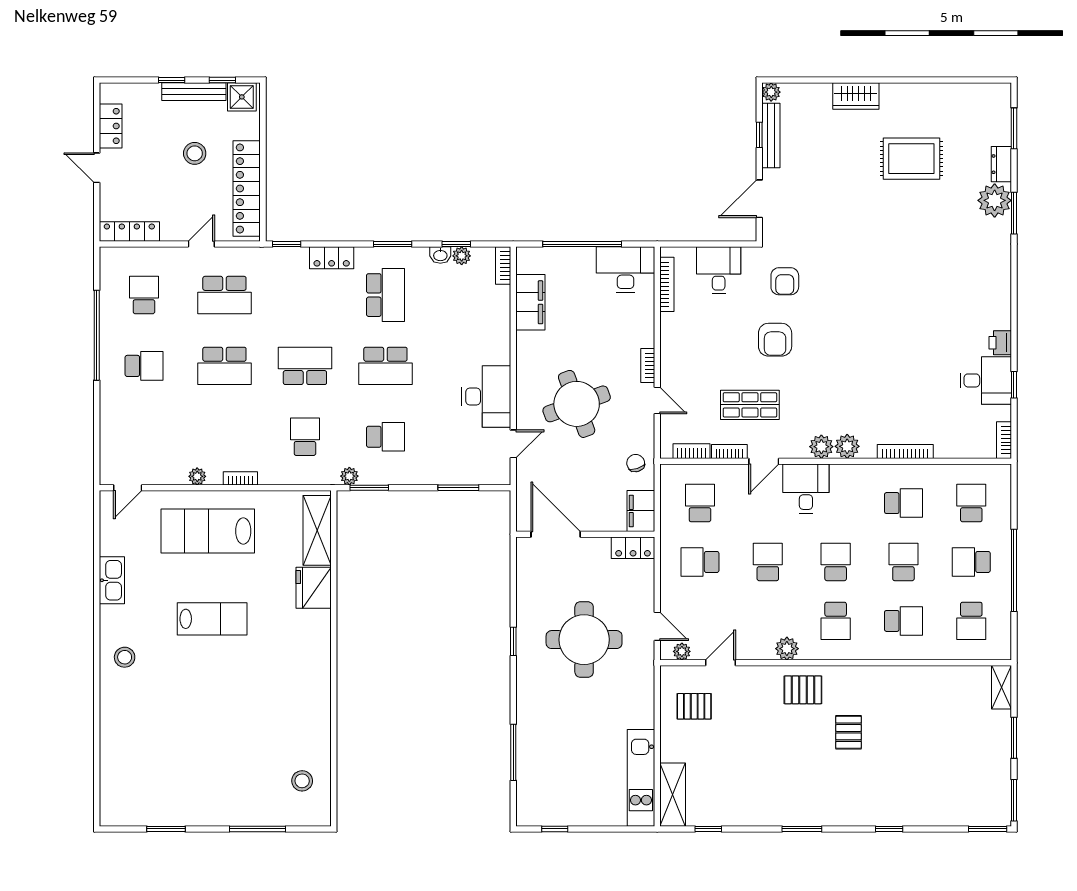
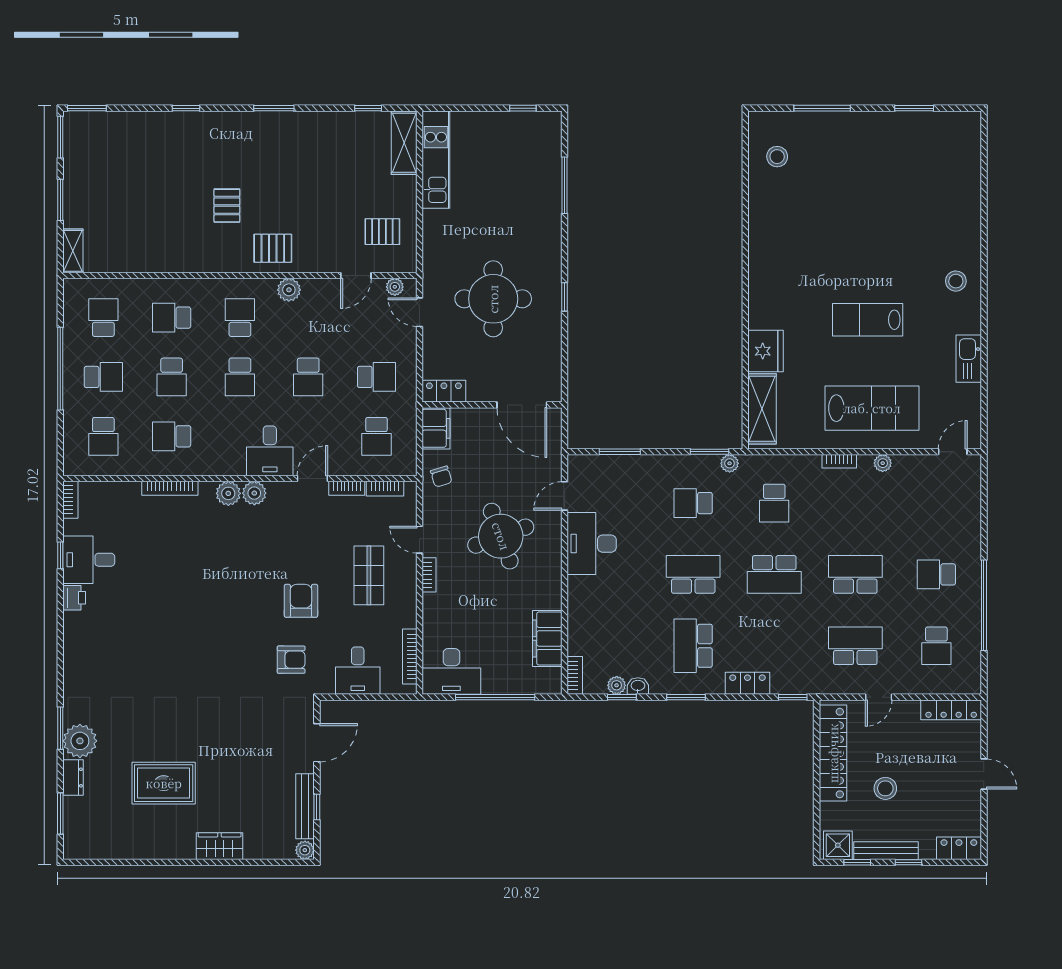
locker: (111, 126) -> (959, 848), moved, turned 90
armchair: (785, 281) -> (291, 660), turned 90
shop shelf: (750, 405) -> (369, 575), moved, turned 90

